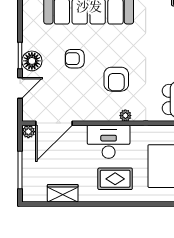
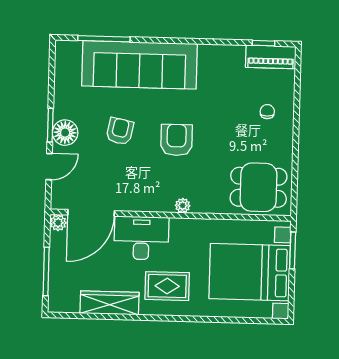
armchair: (75, 59) -> (120, 131), turned 102
armchair: (116, 79) -> (176, 140), moved, turned 180
desk: (109, 142) -> (141, 238), moved
wardrobe: (63, 193) -> (110, 303), width x1.50

